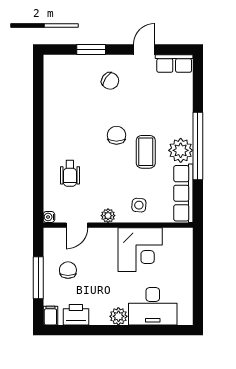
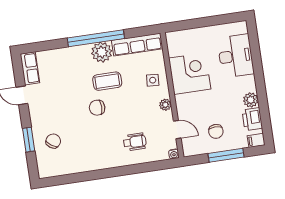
chair: (110, 81) -> (53, 141), moved
chair: (68, 270) -> (216, 131), turned -90
plant: (118, 316) -> (251, 100), moved

